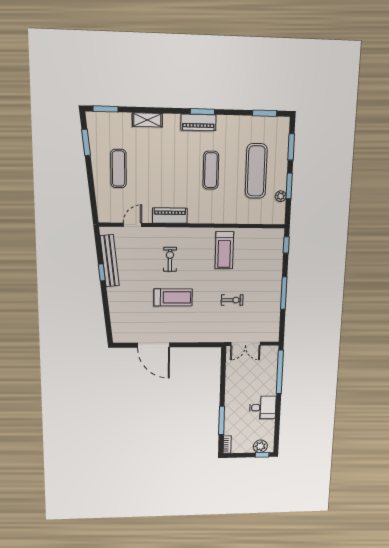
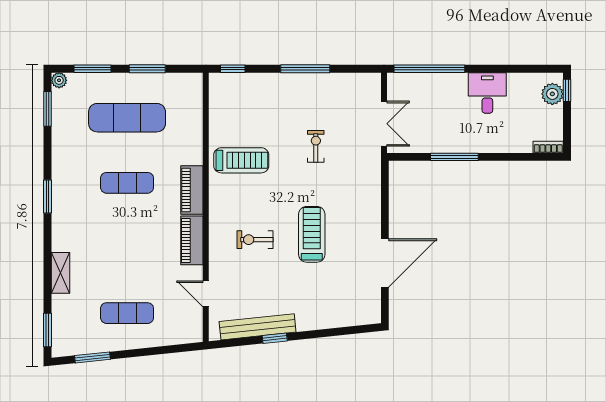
piano: (198, 122) -> (192, 190), moved, turned 180
plant: (281, 196) -> (59, 80), moved
window: (222, 420) -> (454, 157), moved

